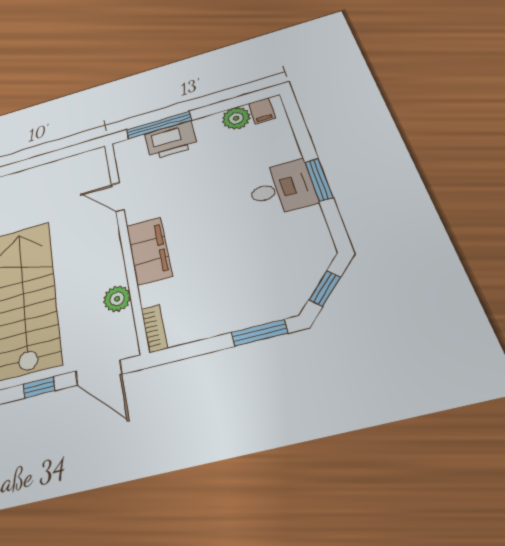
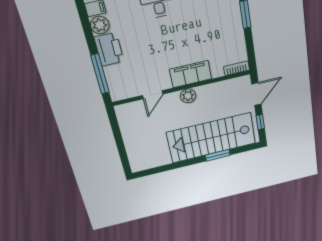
printer: (171, 140) -> (109, 49), moved
plant: (117, 299) -> (188, 96), moved

